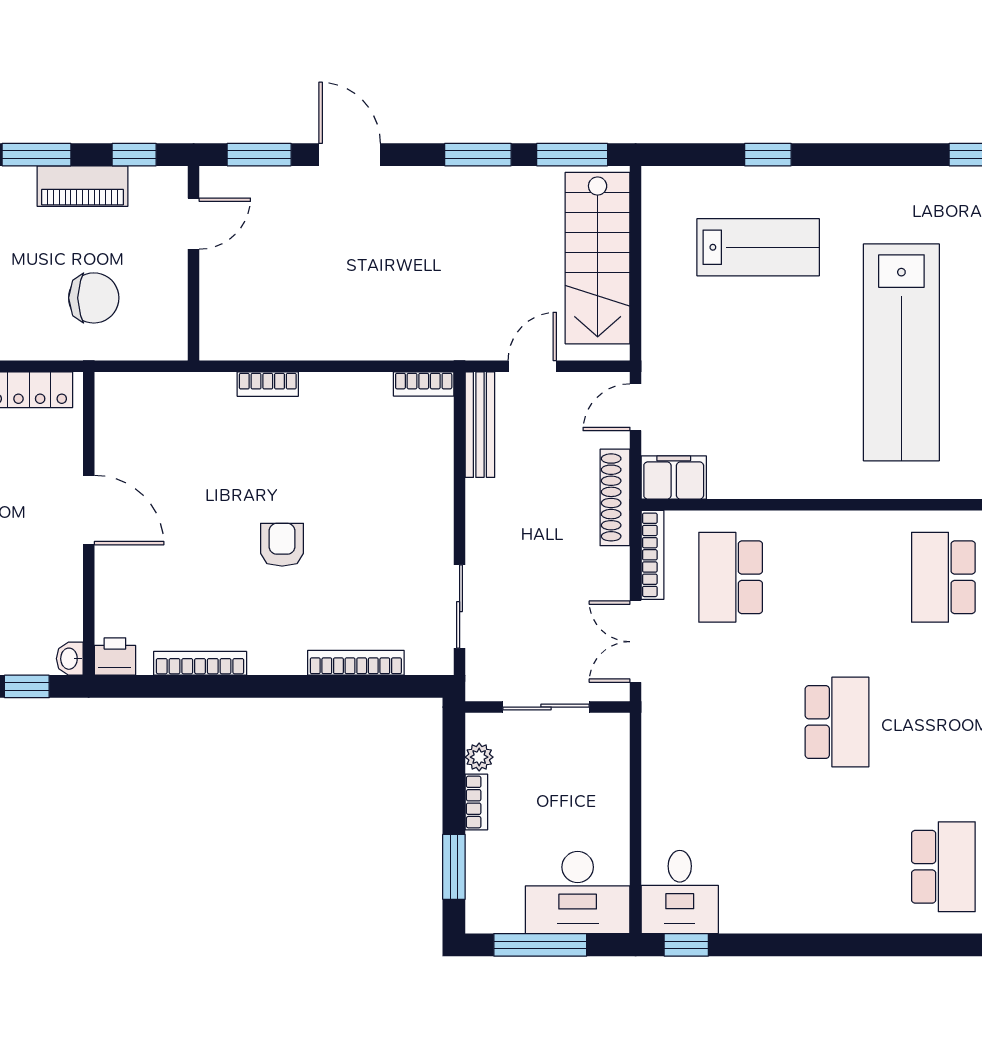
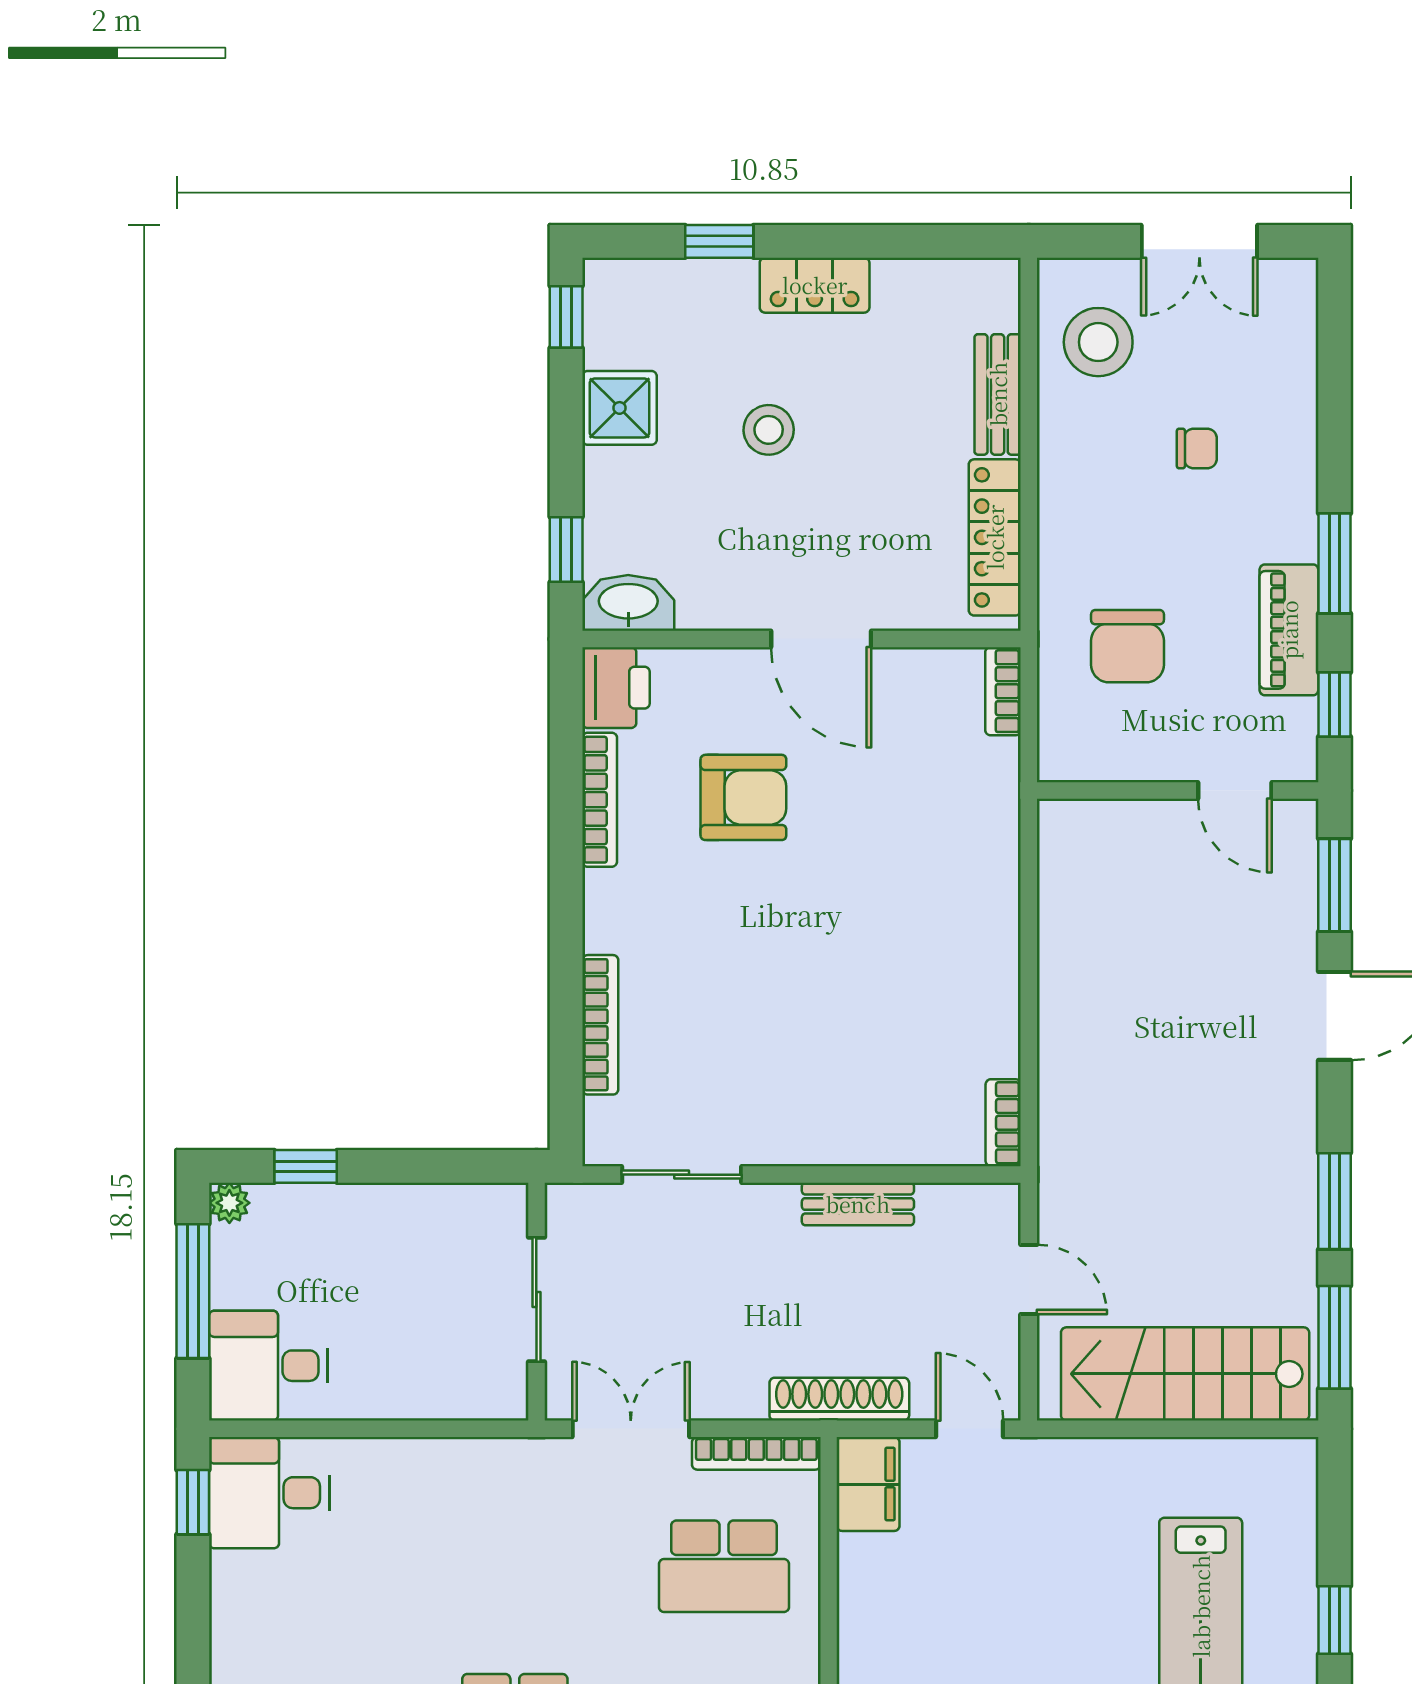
bookcase: (268, 384) -> (1003, 691), moved
bench: (480, 425) -> (858, 1204), moved, width x0.73
door: (89, 510) -> (821, 639), hinge flipped
armchair: (282, 545) -> (743, 797), moved, width x1.38, depth x1.38
school desk: (731, 577) -> (724, 1566), turned 180
printer: (115, 656) -> (616, 688), width x1.36, depth x1.24
washbasin: (70, 659) -> (628, 603), width x1.91, depth x1.45
plant: (479, 757) -> (229, 1203), moved
bookcase: (476, 802) -> (399, 1199), removed
window: (454, 867) -> (306, 1166), width x0.67
desk: (578, 893) -> (268, 1366), width x0.73

